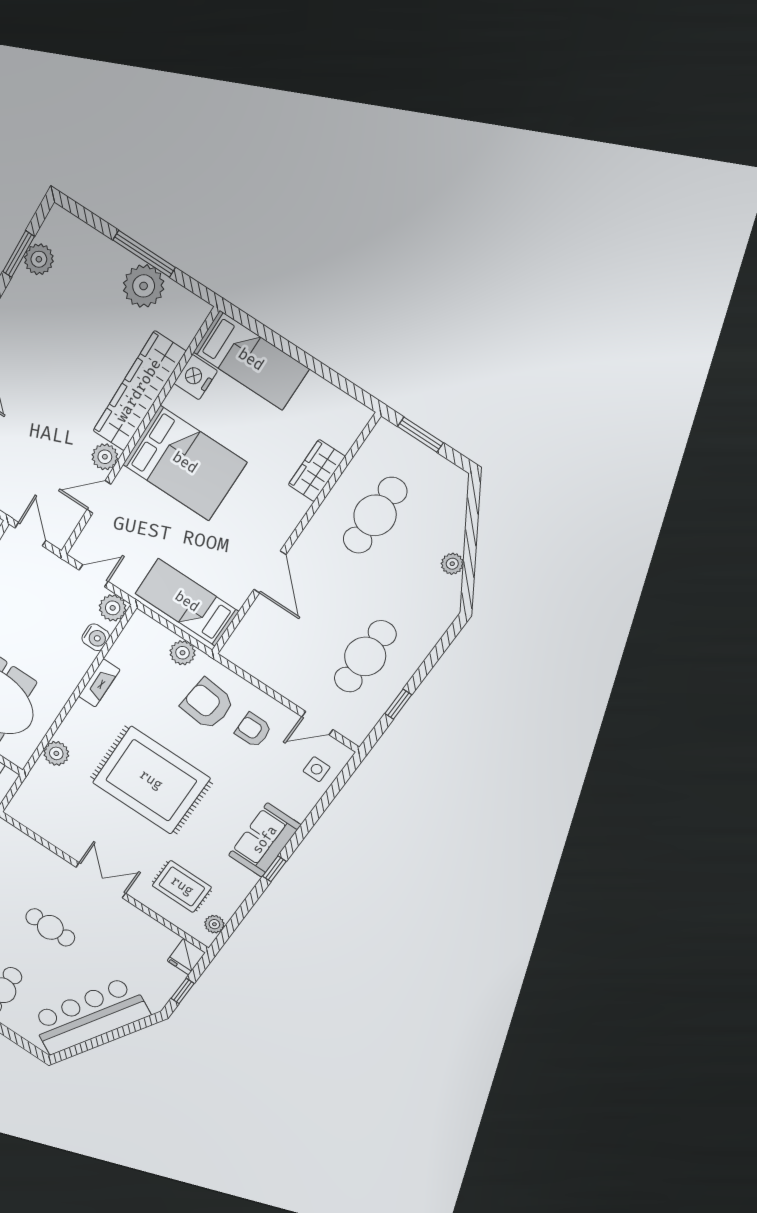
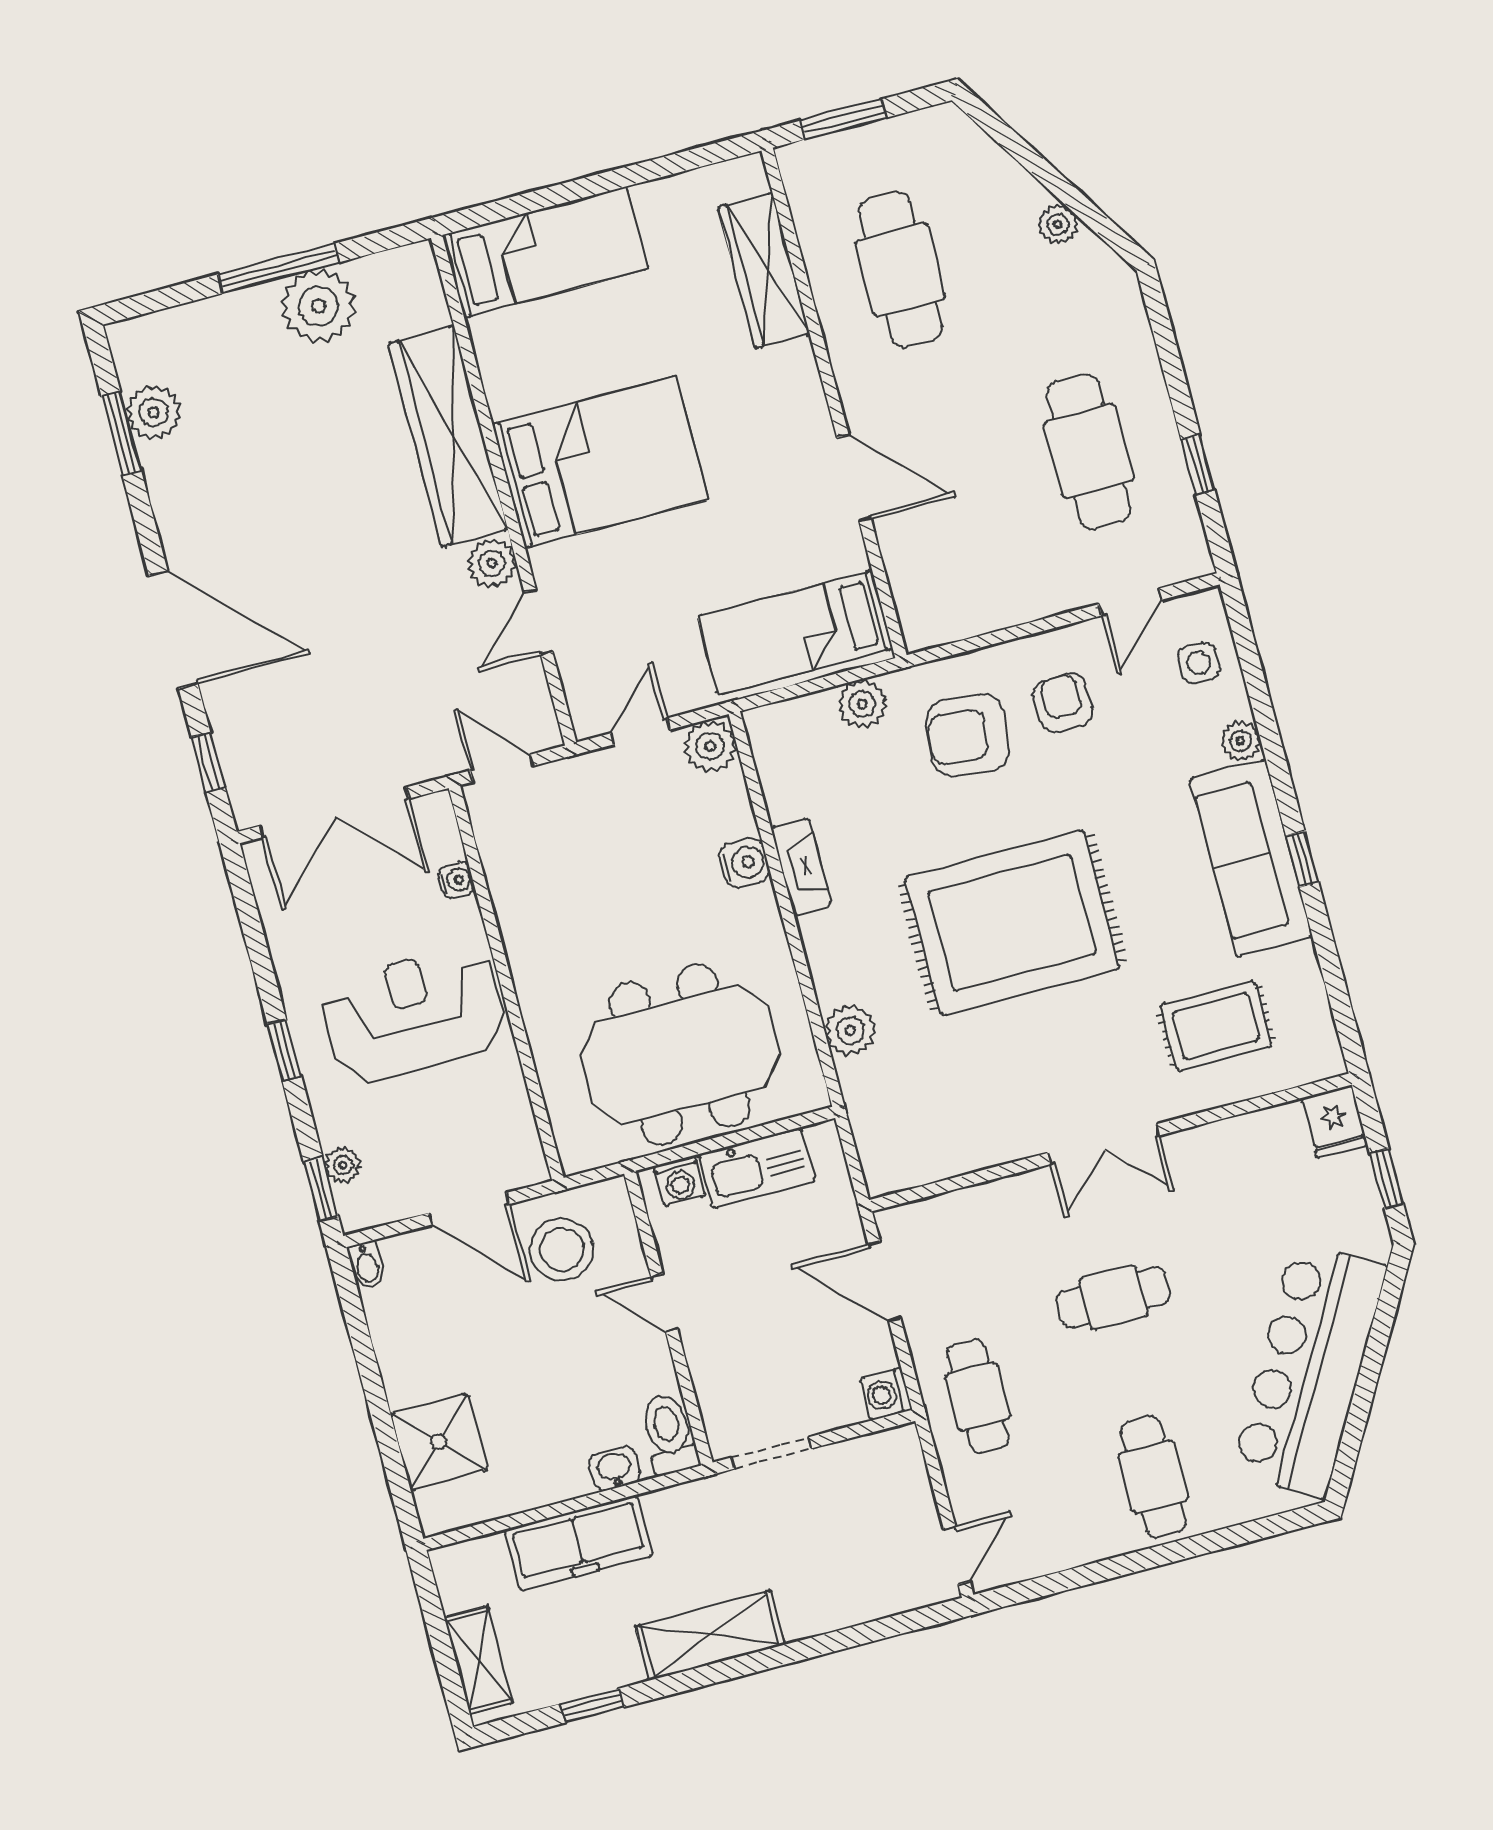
nightstand: (196, 377) -> (499, 344), removed
wardrobe: (317, 471) -> (764, 270), width x1.50
water cooler: (96, 637) -> (744, 863), moved
armchair: (253, 730) -> (1063, 703), turned 90
sofa: (265, 840) -> (1251, 858), width x1.36
double door: (101, 880) -> (1103, 1144), swing flipped
plant: (214, 924) -> (1241, 741), moved

